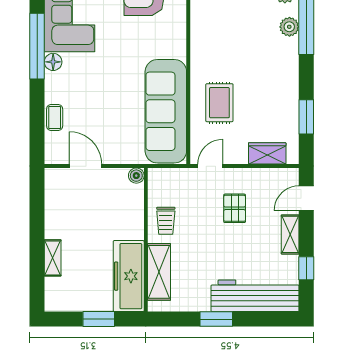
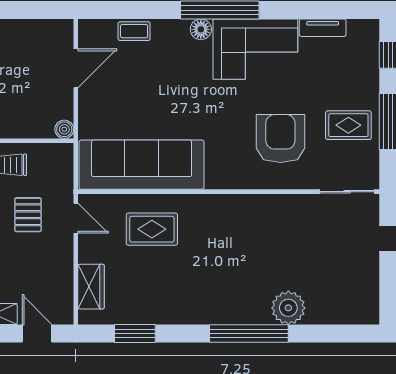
plant: (289, 27) -> (243, 313), removed
pallet: (235, 208) -> (28, 215), moved, turned 90

